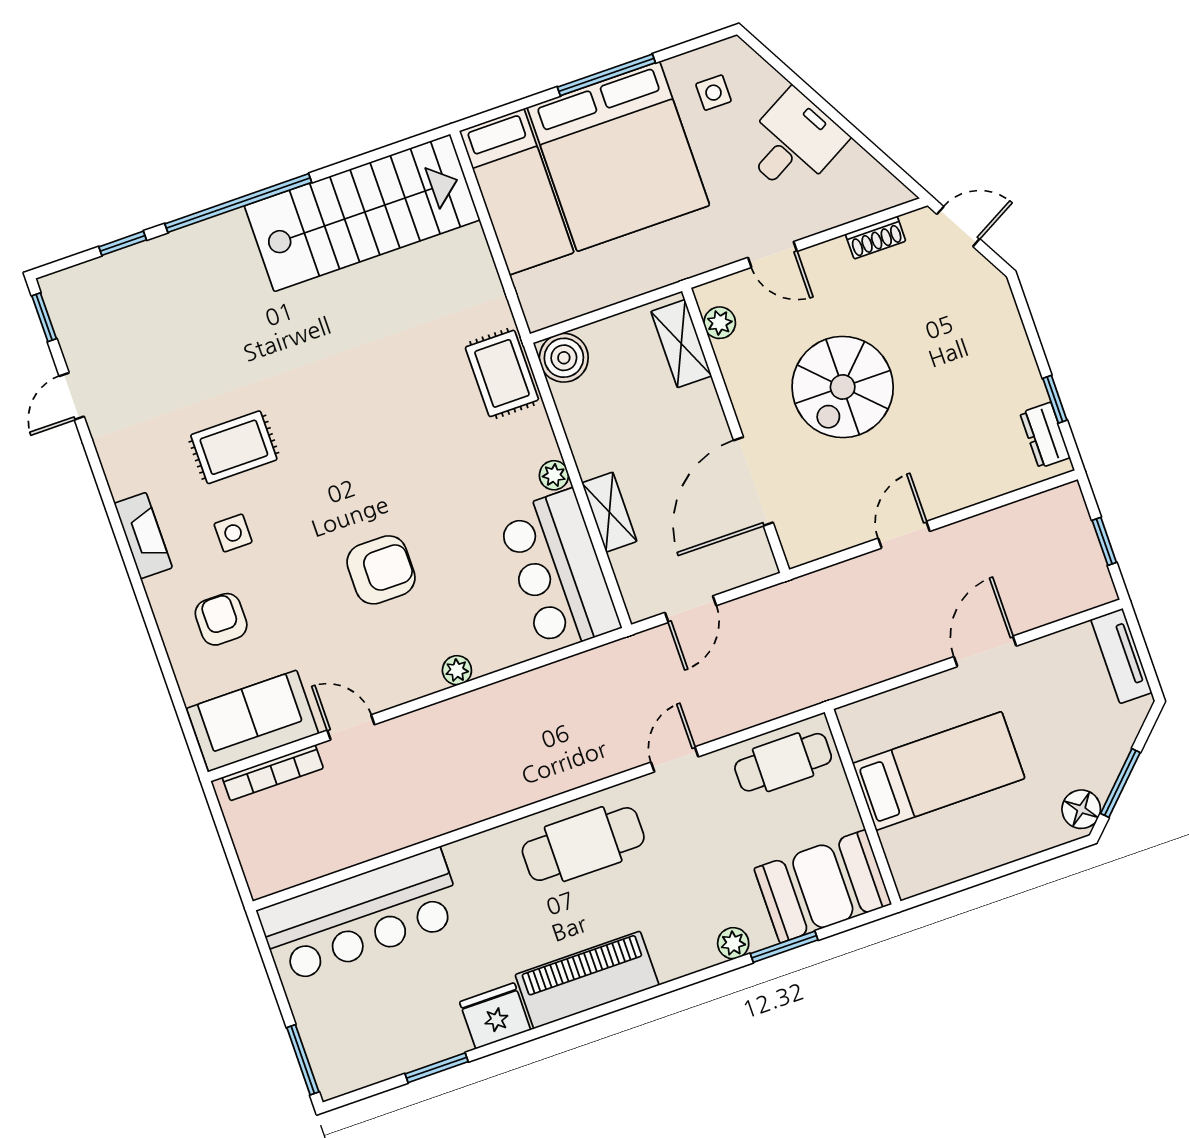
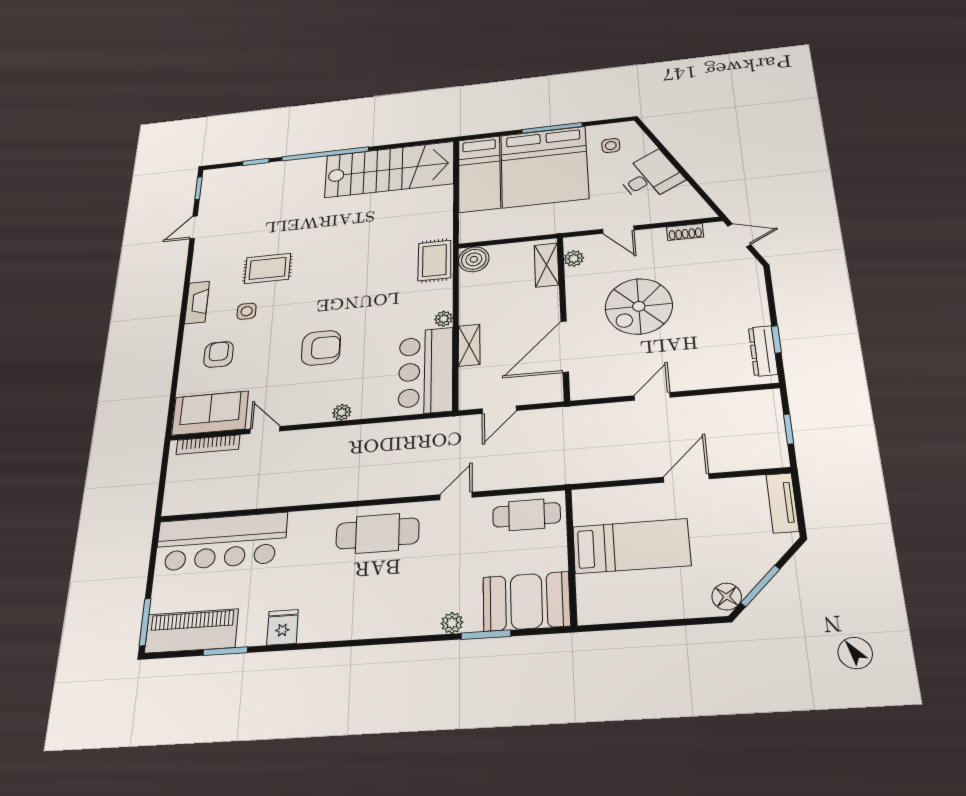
dresser: (1045, 435) -> (763, 351), width x1.44
piano: (587, 980) -> (191, 631), moved
fridge: (495, 1016) -> (283, 627), width x0.72

